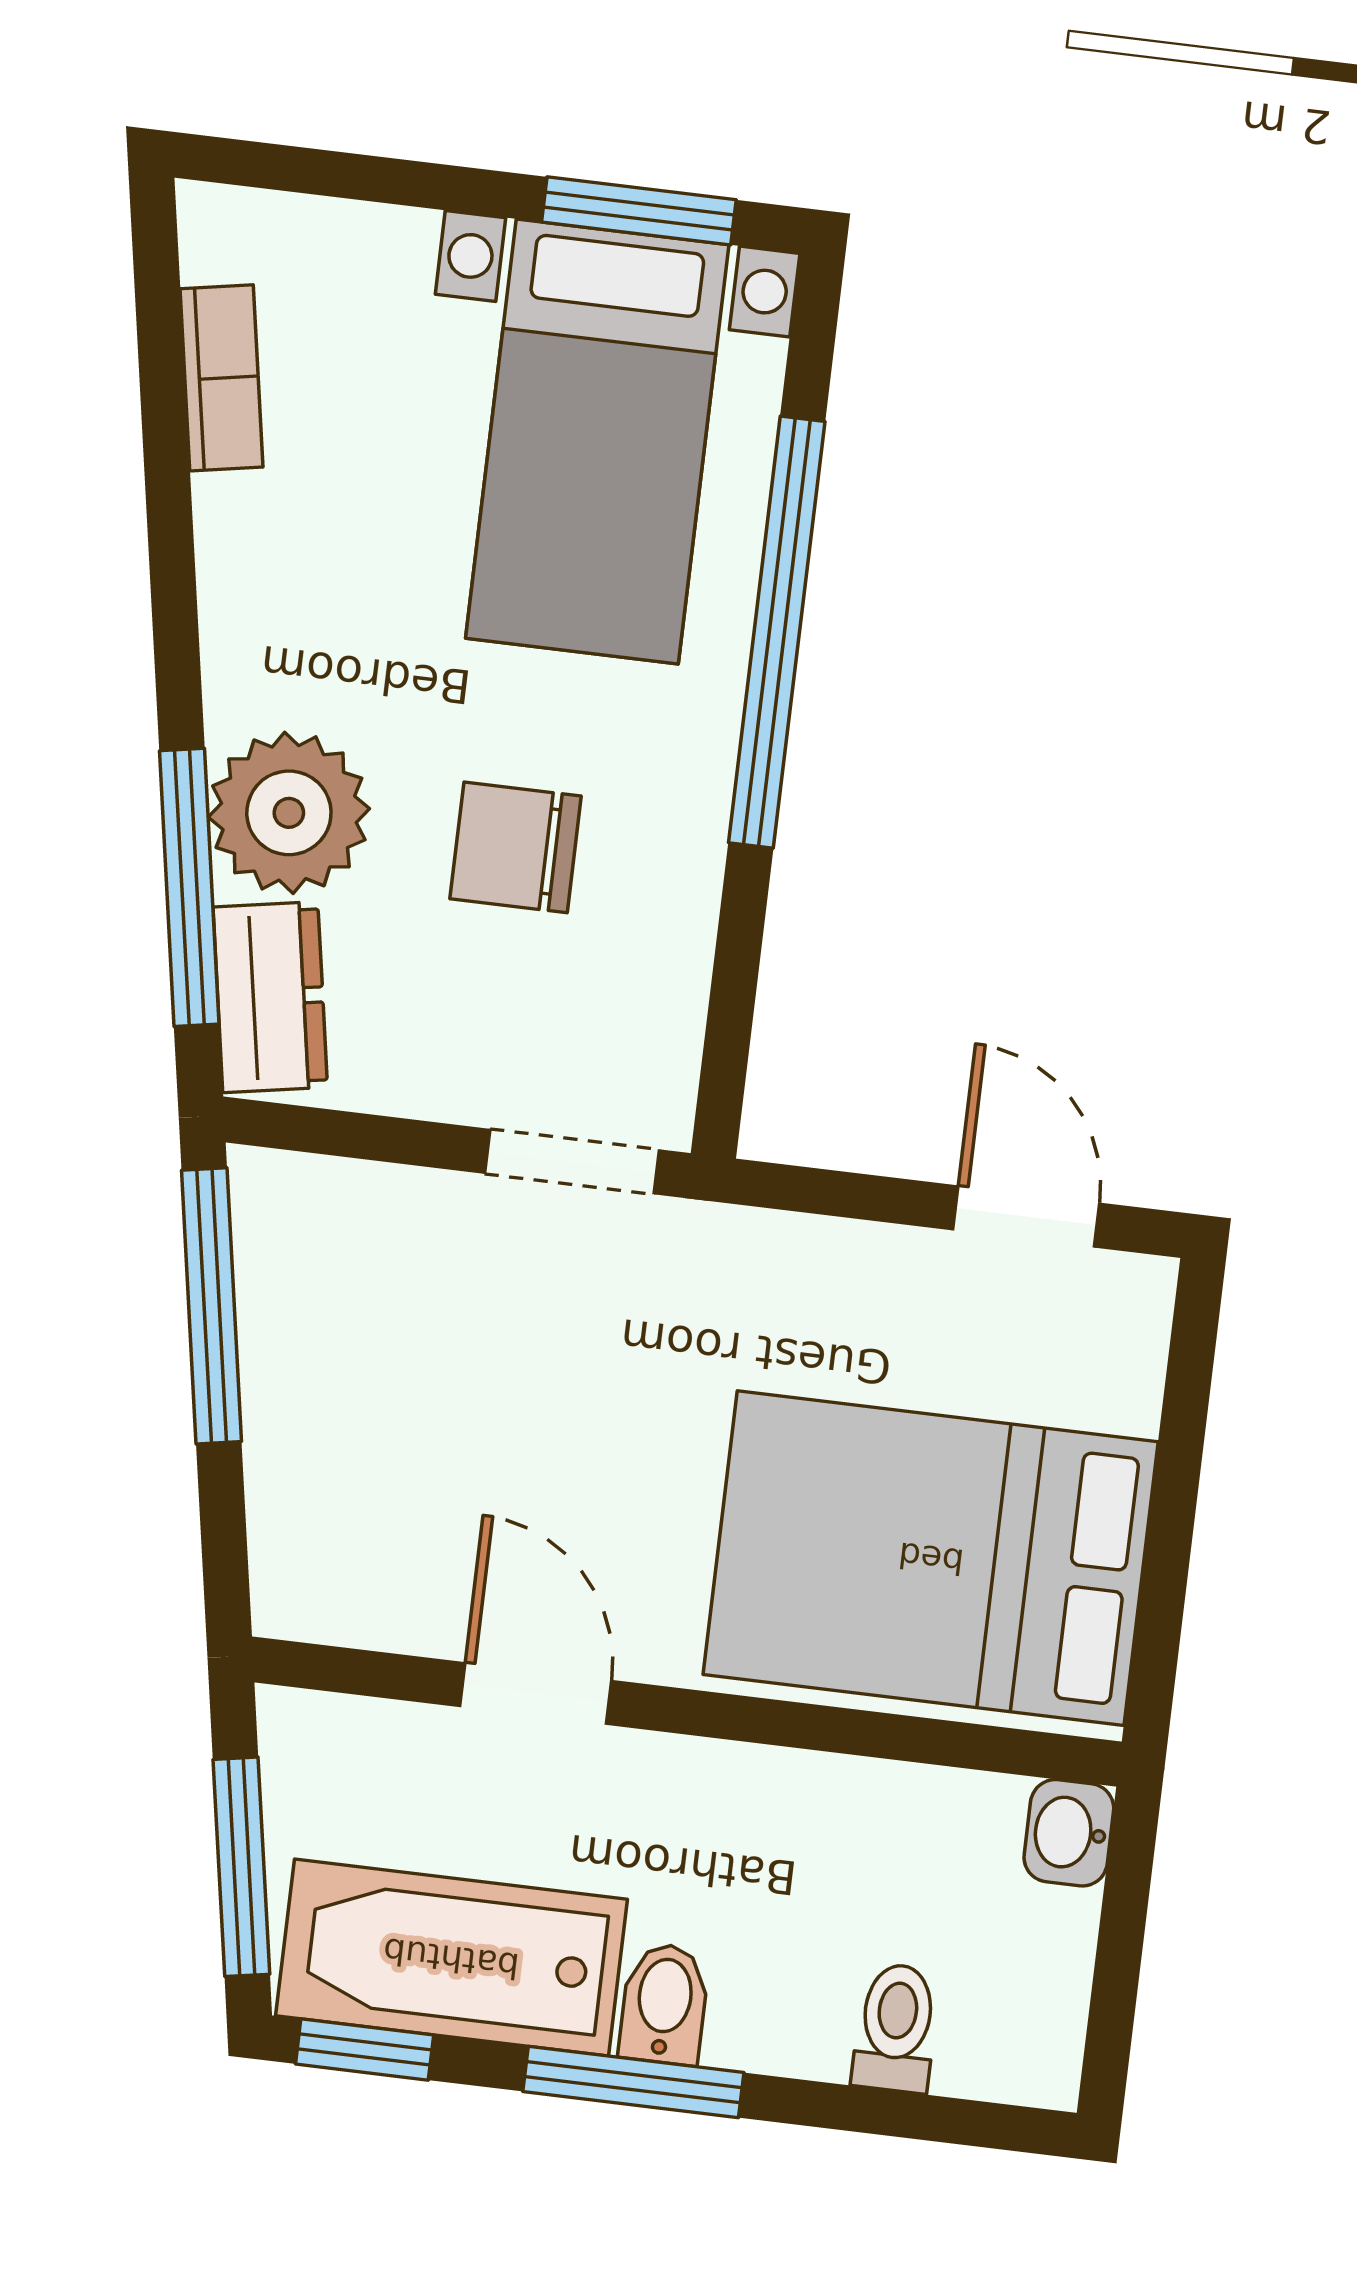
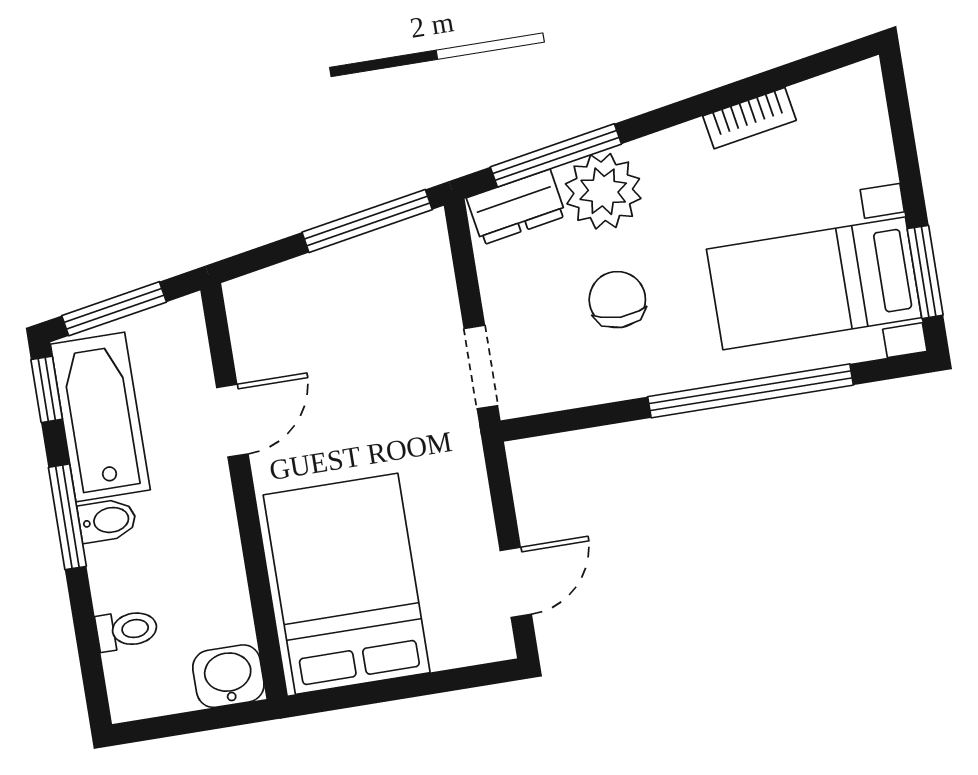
bookcase: (221, 378) -> (749, 118), moved
washbasin: (1069, 1833) -> (228, 676), width x1.38, depth x1.45

